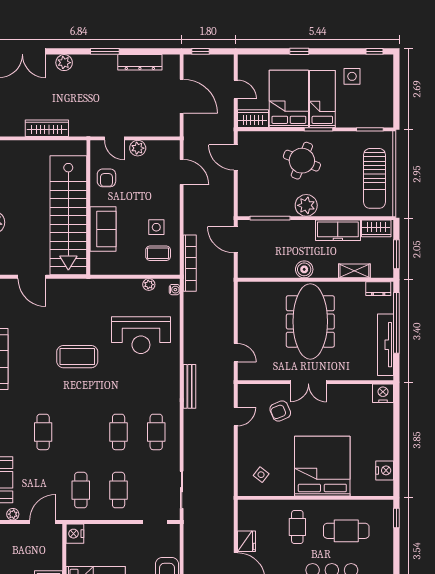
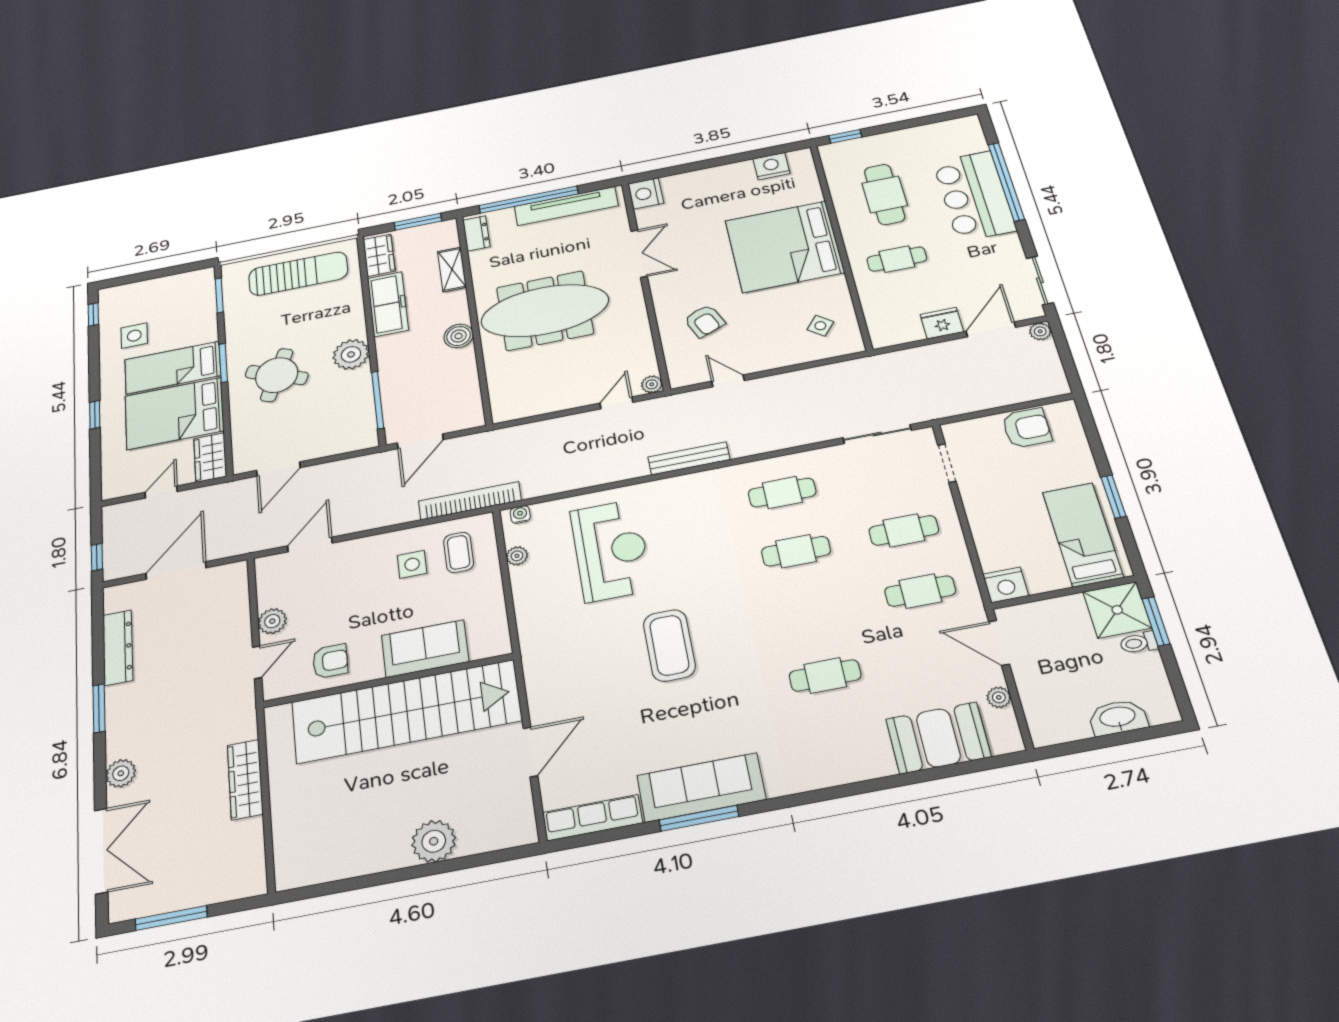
plant: (244, 374) -> (652, 384), added
double door: (308, 382) -> (639, 254), moved

